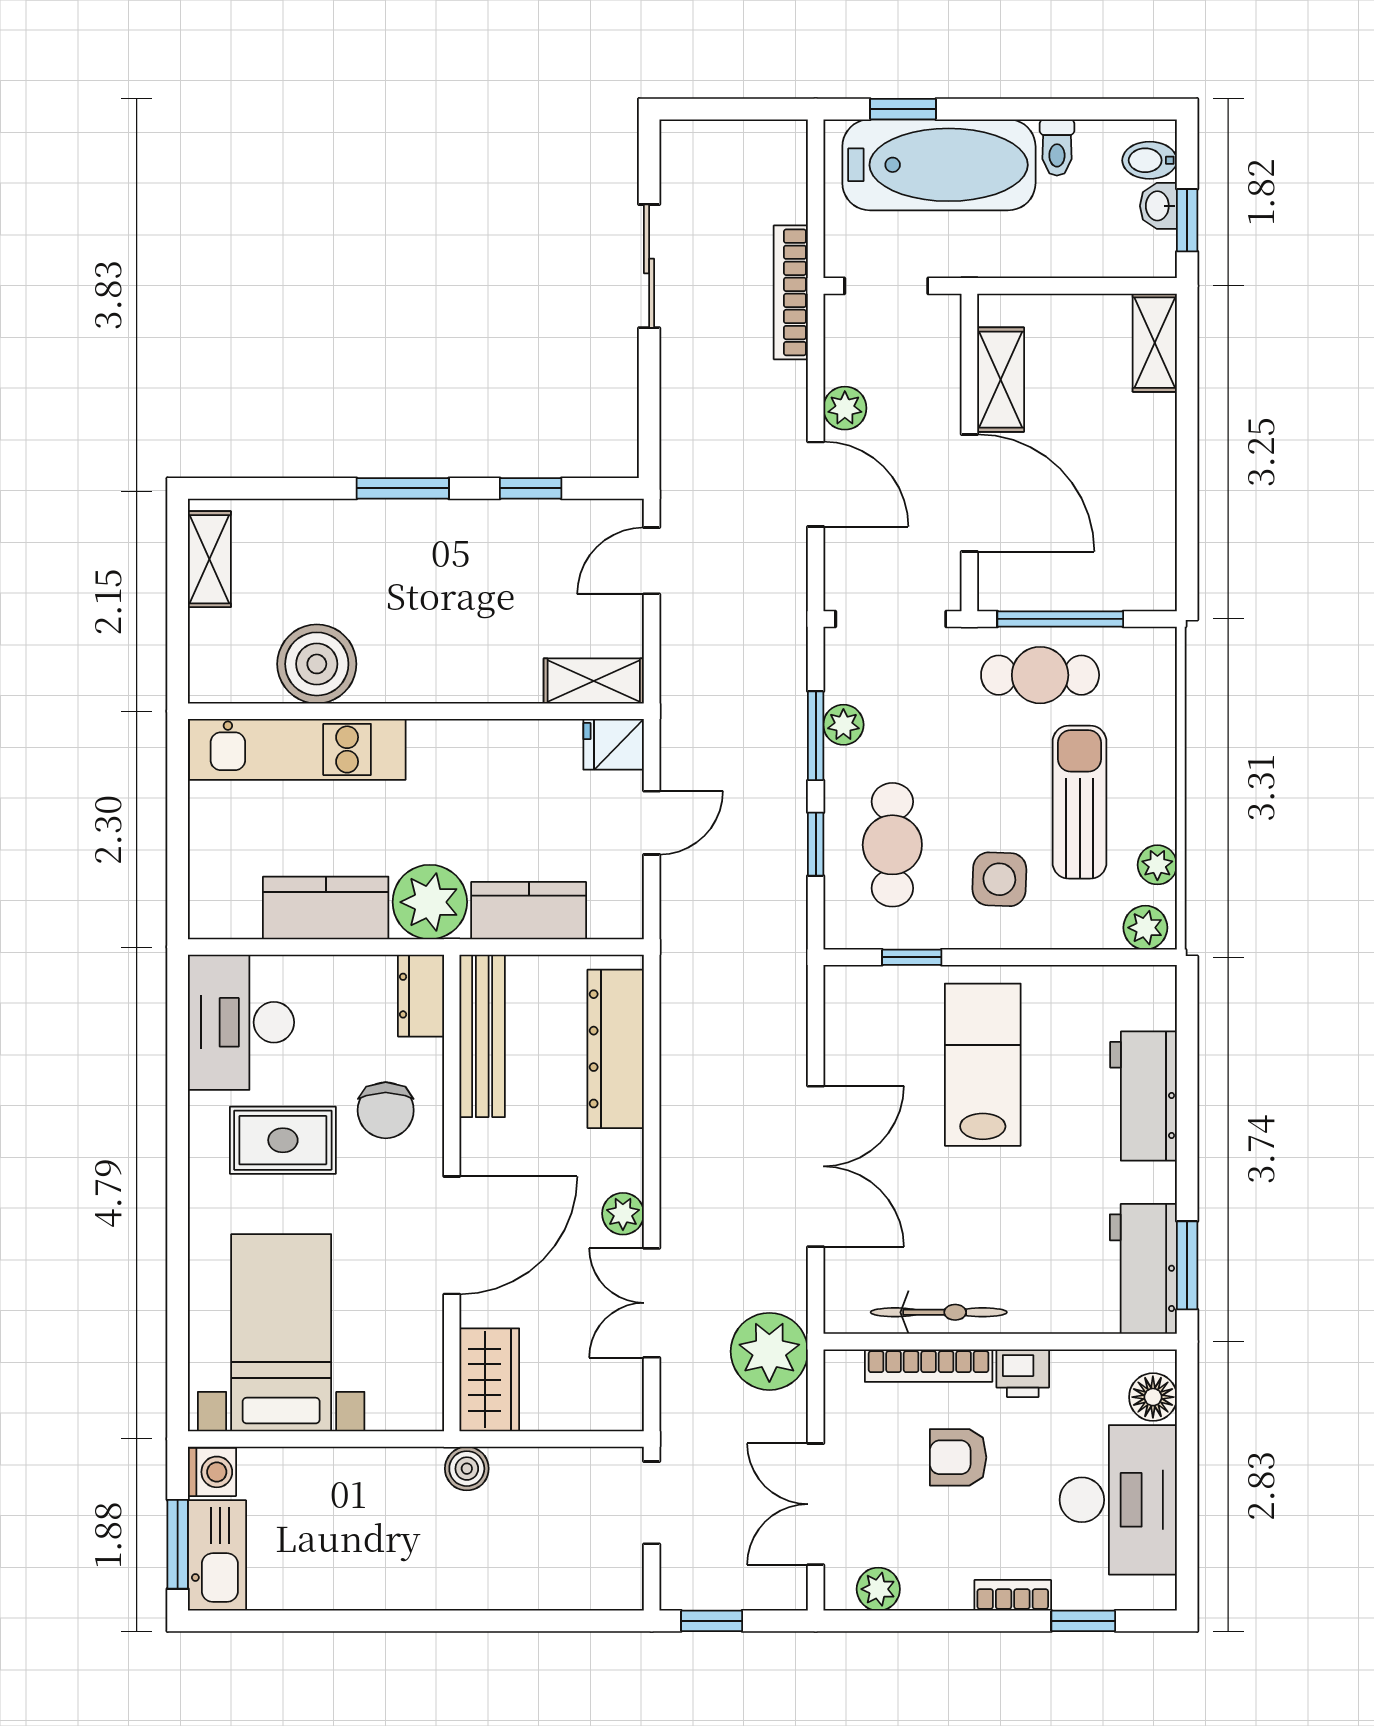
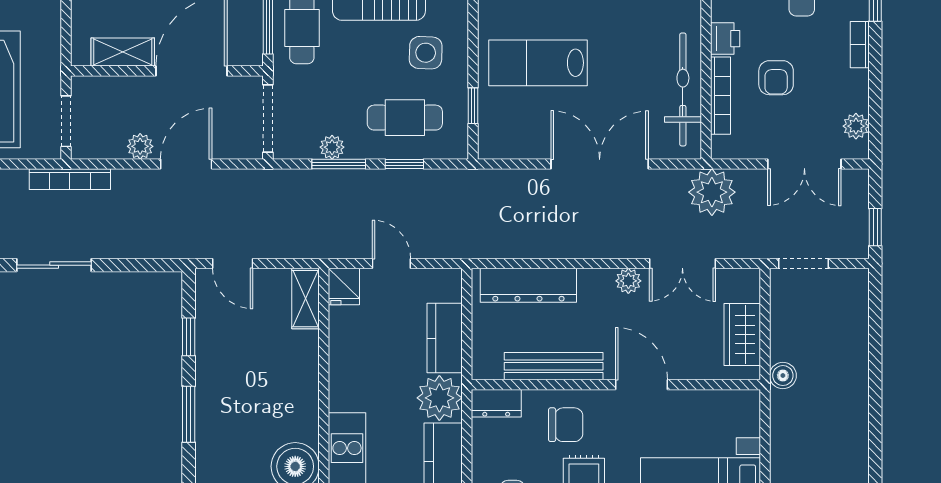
bench: (482, 1036) -> (554, 366), moved
door: (452, 1235) -> (642, 385), width x0.73
bicycle: (939, 1312) -> (683, 89), width x1.37, depth x1.40
wardrobe: (489, 1380) -> (742, 335), moved, turned -90

